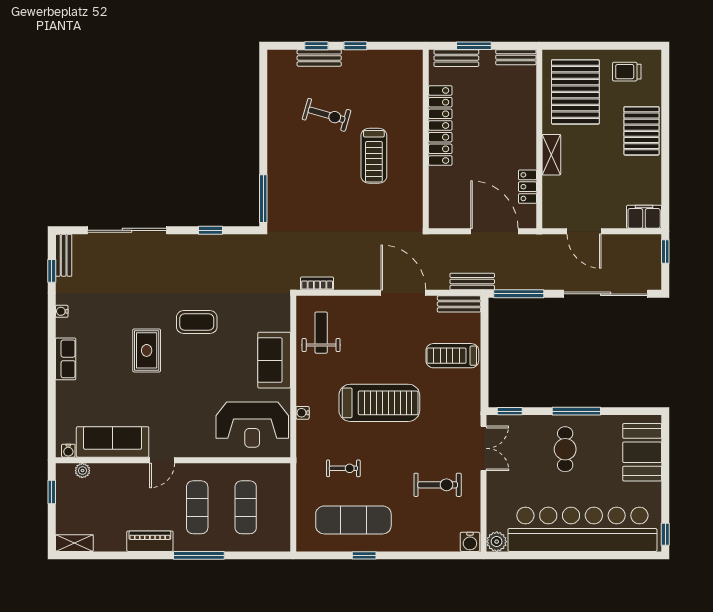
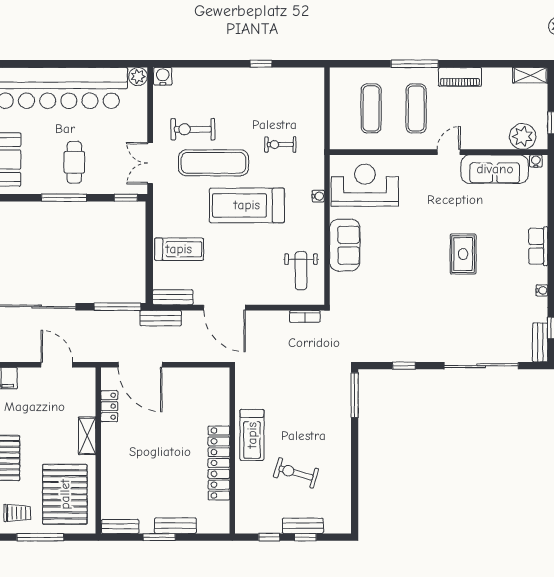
window: (602, 46) -> (40, 537), added
locker: (440, 125) -> (219, 463), moved
wall: (426, 139) -> (232, 451), moved
treadmill: (374, 156) -> (252, 435), turned 180
coffee table: (197, 322) -> (417, 280), removed
plant: (82, 471) -> (523, 136), width x1.88, depth x1.88
exercise mat: (353, 520) -> (213, 163), moved

